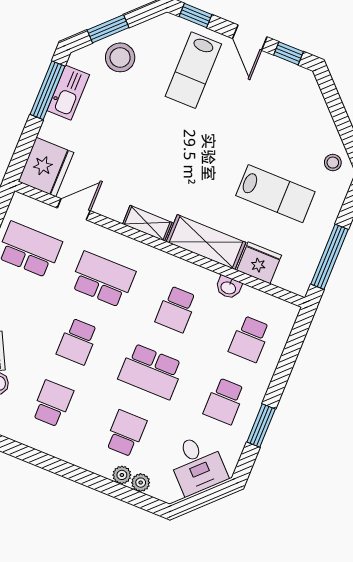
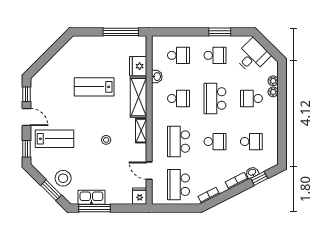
door: (250, 38) -> (27, 117), hinge flipped
stool: (333, 163) -> (106, 140), moved
fridge: (46, 167) -> (140, 196), width x0.53, depth x0.75
lab bench: (275, 194) -> (94, 87), moved, turned -90
school desk: (151, 371) -> (215, 98), turned 180
school desk: (52, 403) -> (251, 142), turned 180

